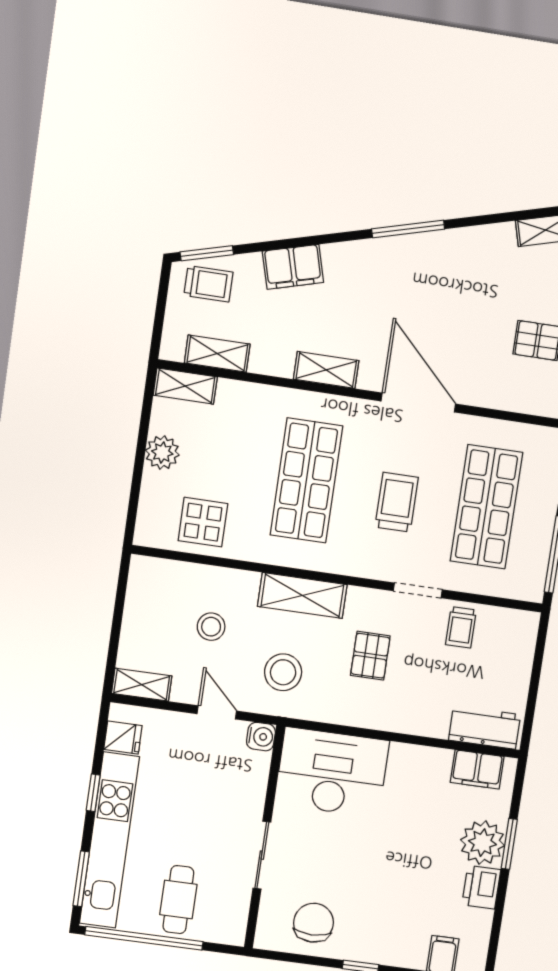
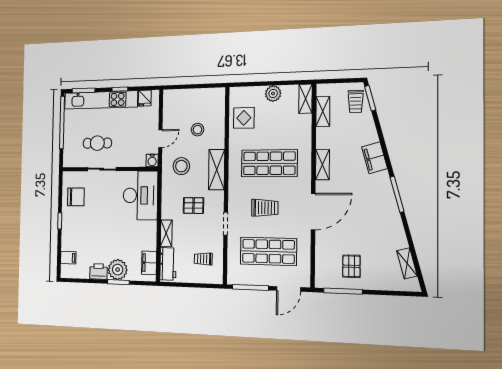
filing cabinet: (293, 267) -> (375, 158), moved
trolley: (461, 627) -> (203, 259), moved
shelving: (142, 685) -> (166, 233), moved
cafe table: (178, 900) -> (97, 143), moved

